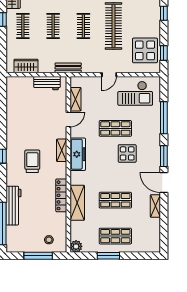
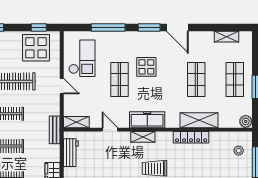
shelving: (76, 99) -> (76, 122), moved
door: (164, 183) -> (177, 27), hinge flipped
shelving: (155, 206) -> (227, 37), moved

